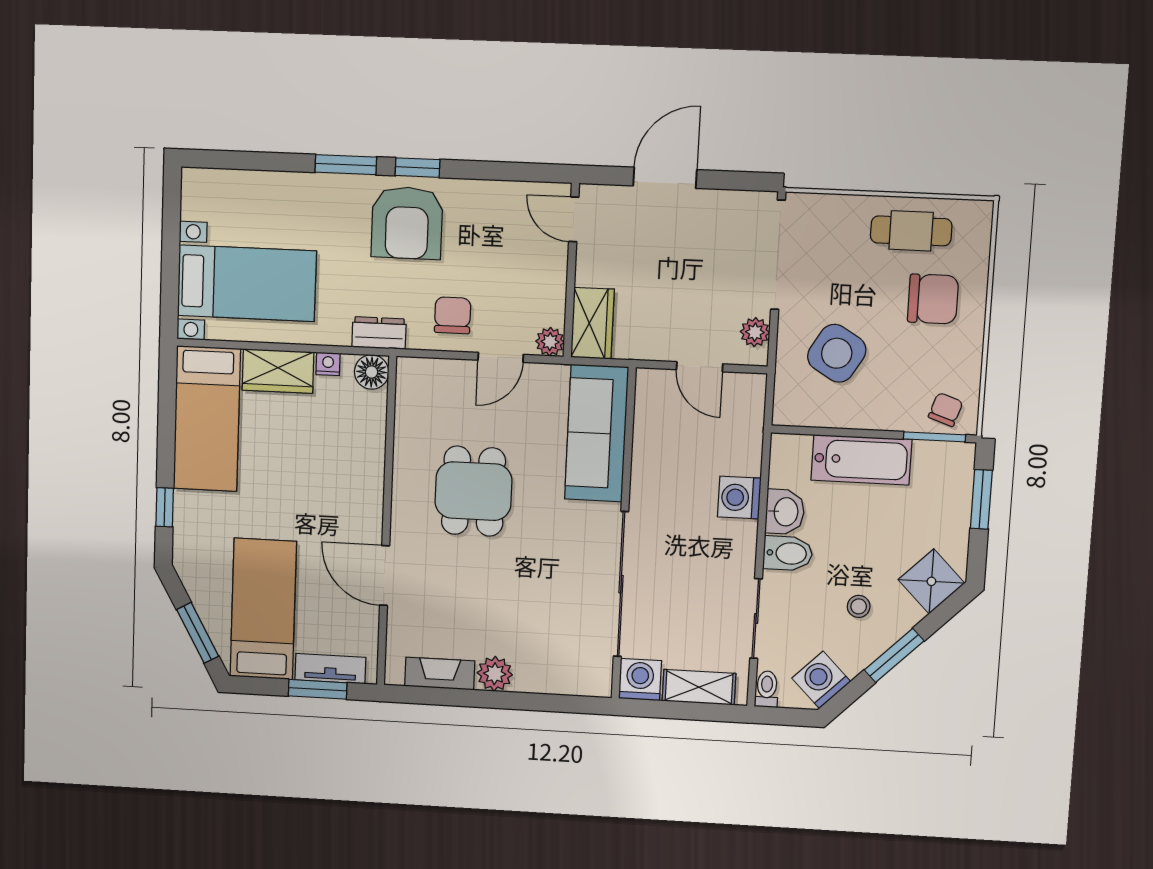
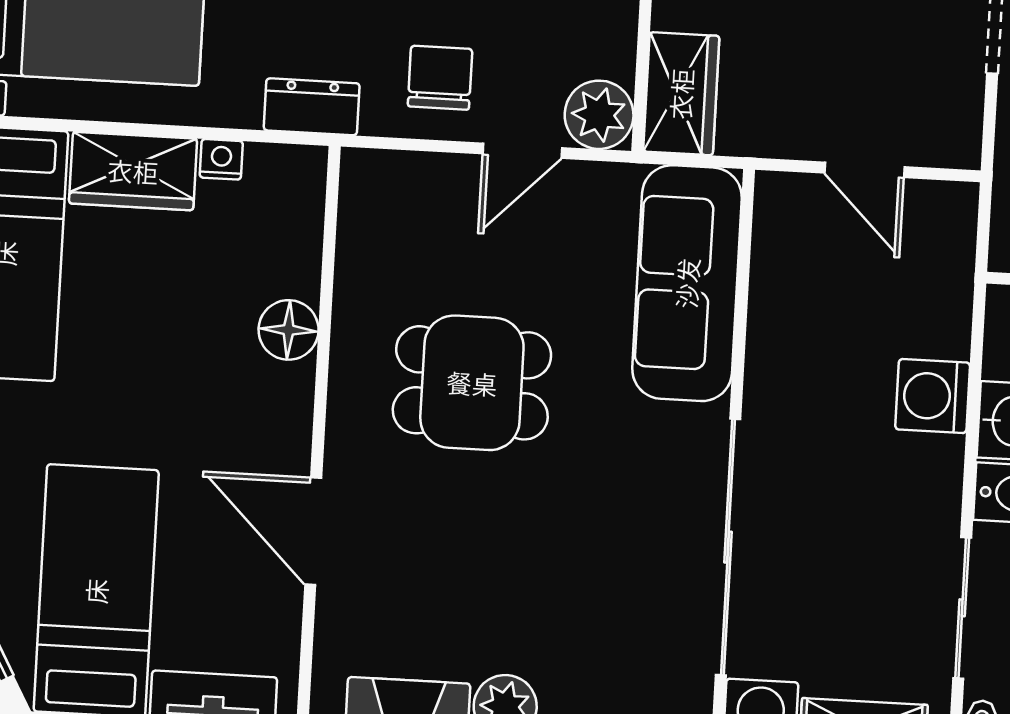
plant: (755, 332) -> (959, 112), removed
plant: (550, 342) -> (599, 115), width x1.38, depth x1.38
floor lamp: (372, 372) -> (289, 330), moved
dining table: (473, 491) -> (472, 383), turned 90

